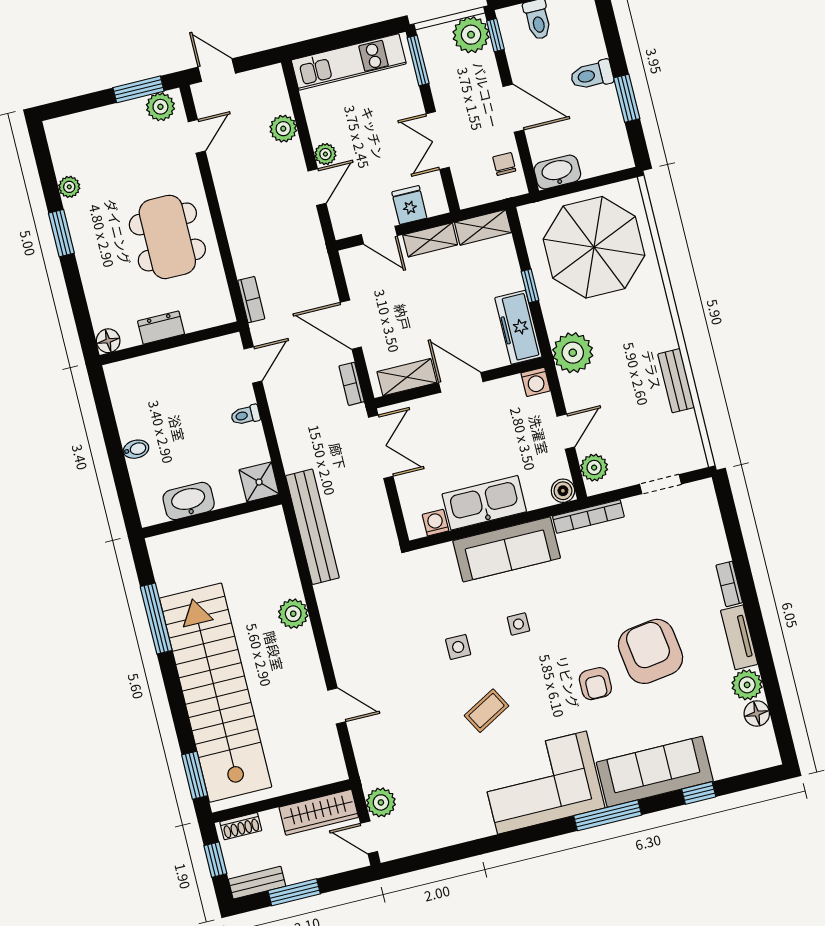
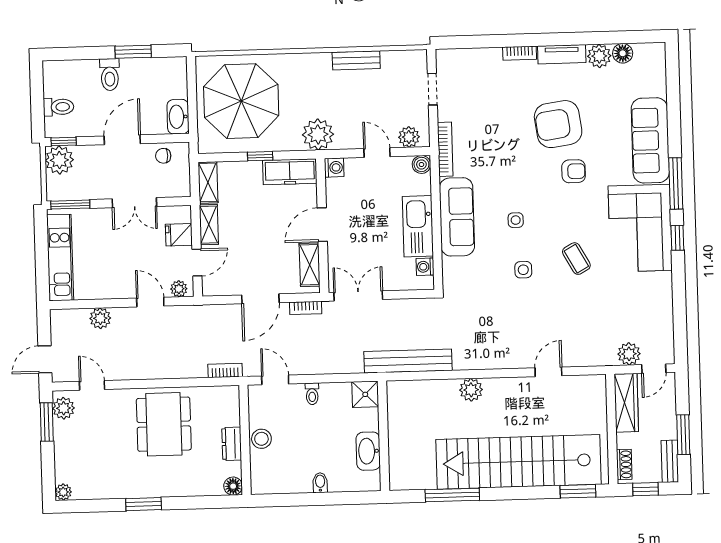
plant: (325, 154) -> (179, 289), moved
plant: (69, 187) -> (63, 492), moved
dining table: (167, 237) -> (164, 424), turned 90
stool: (175, 364) -> (261, 439), added
window: (699, 793) -> (677, 238), moved

